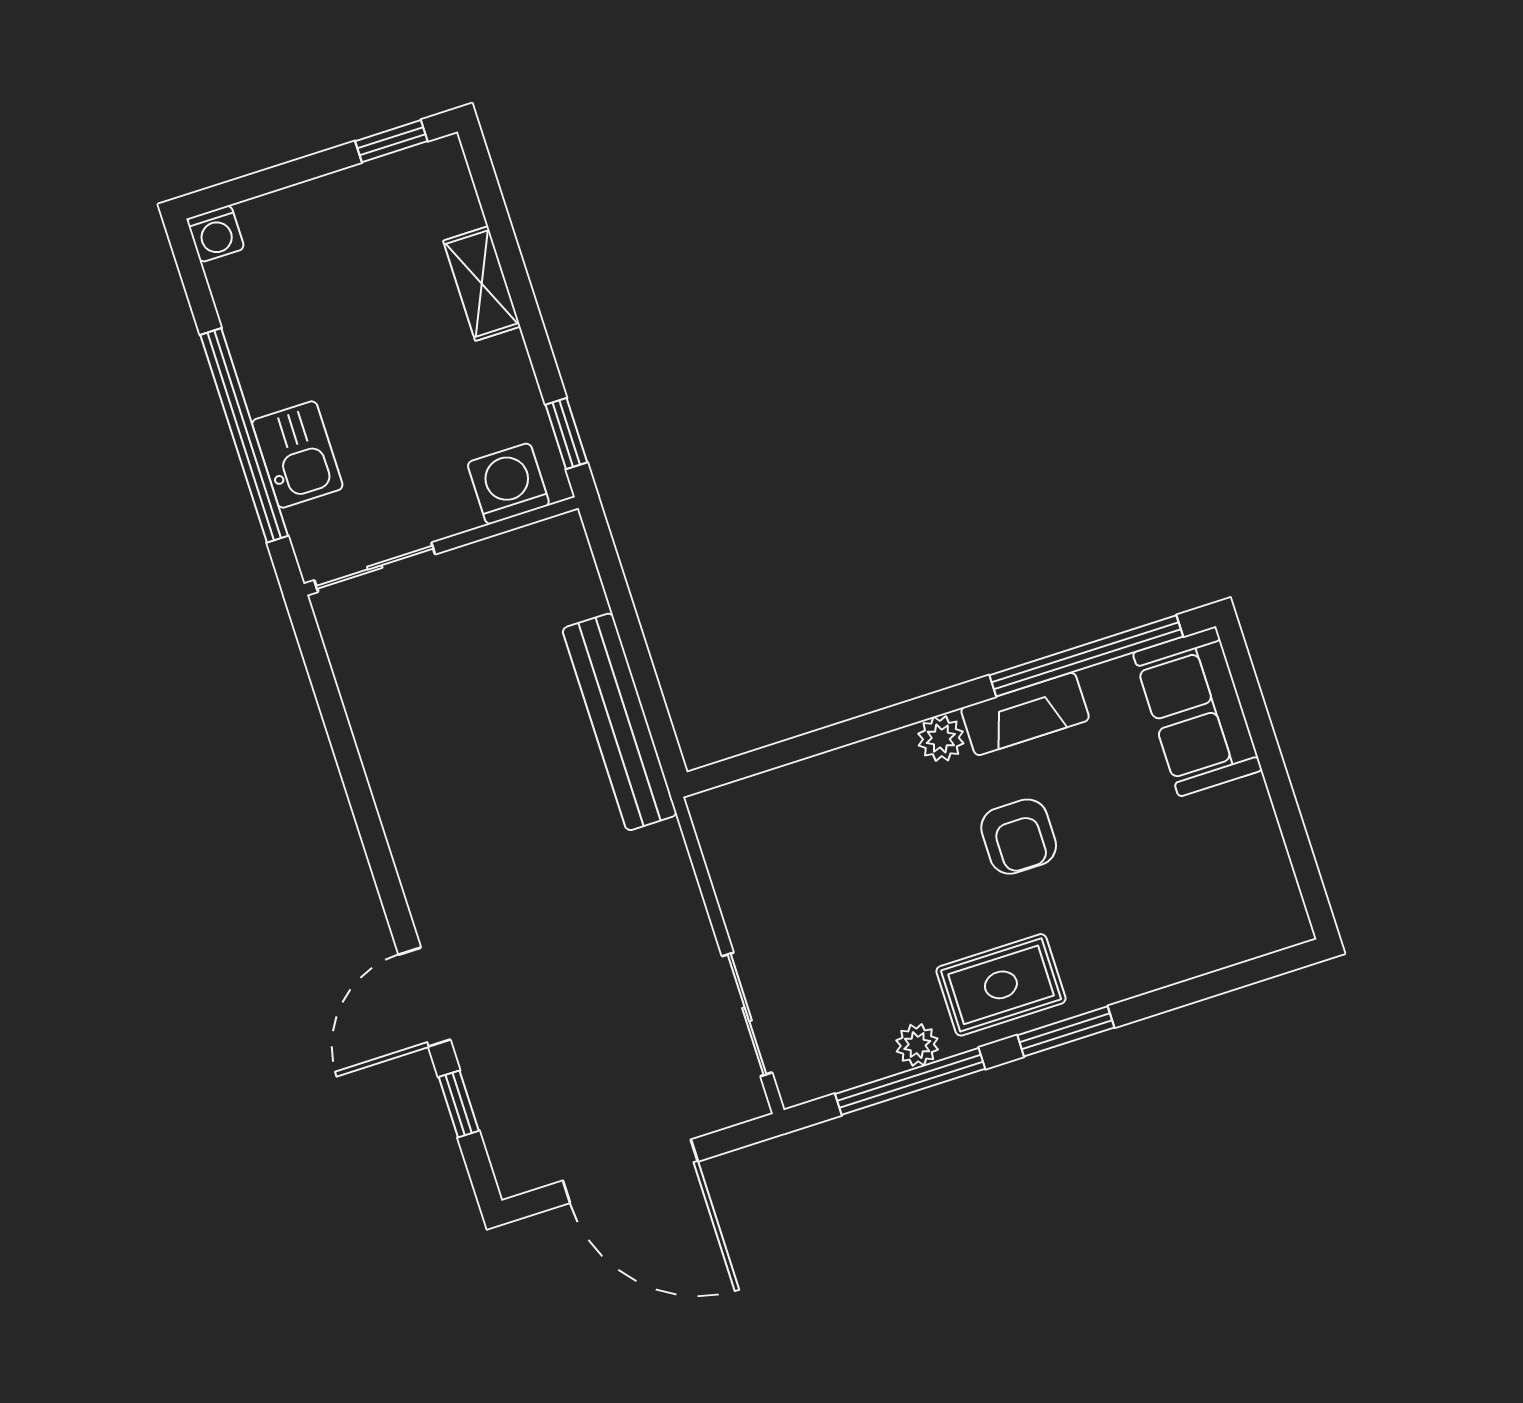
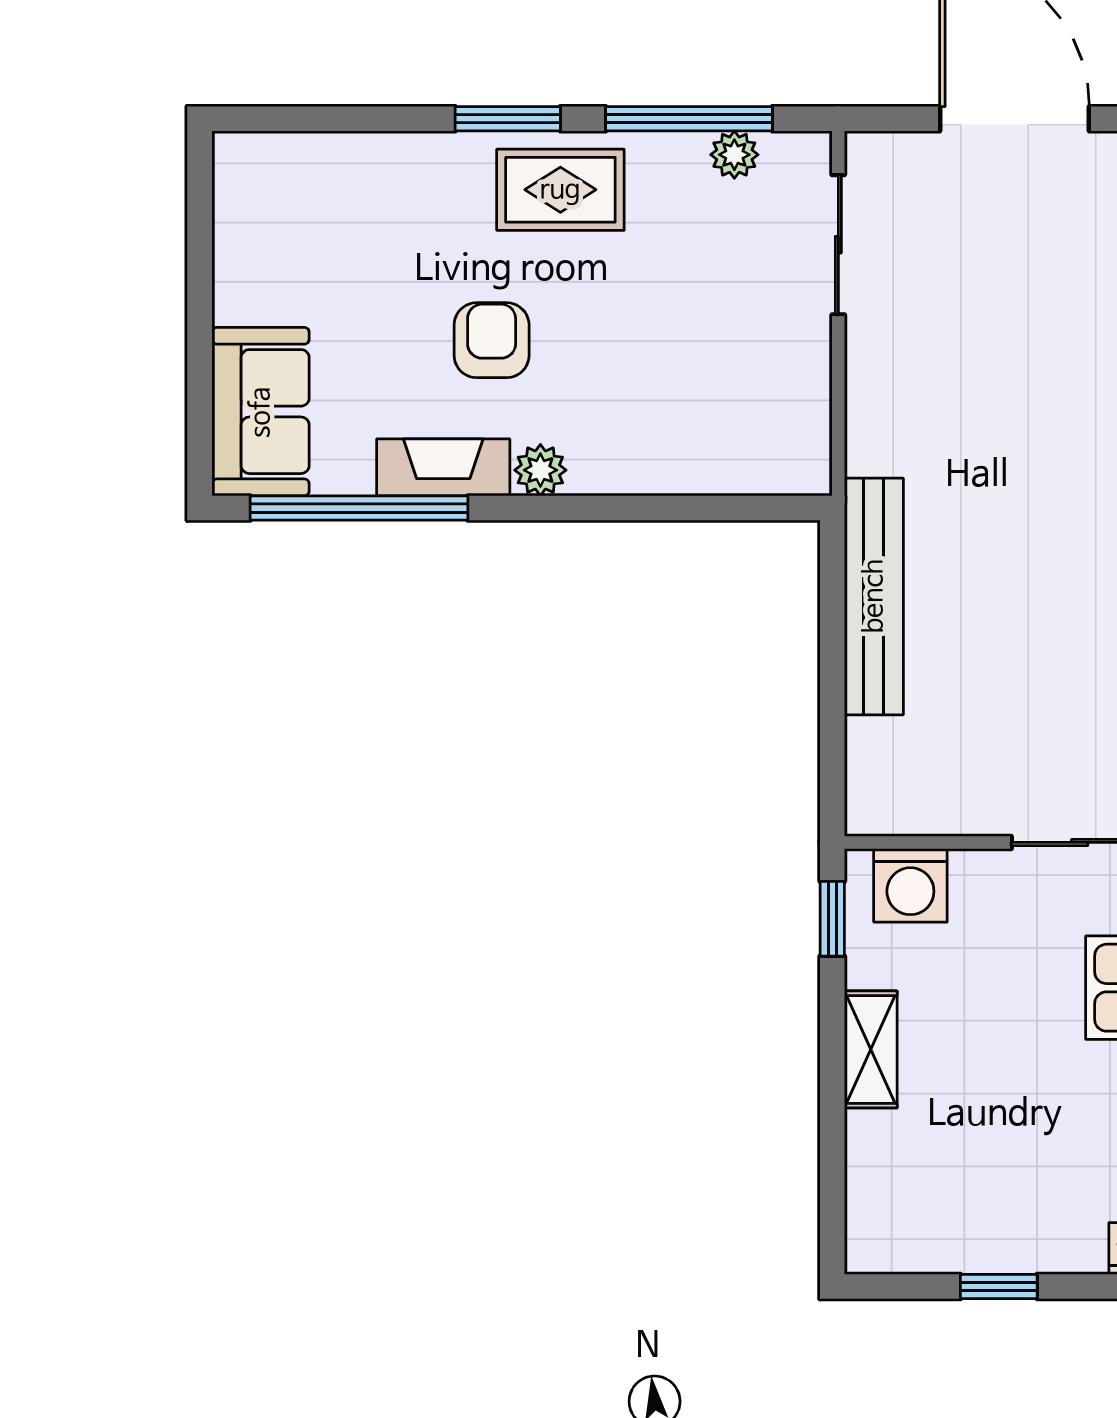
window: (391, 141) -> (999, 1287), moved
shelving: (482, 284) -> (871, 1049), moved
plant: (917, 1045) -> (734, 155), moved

